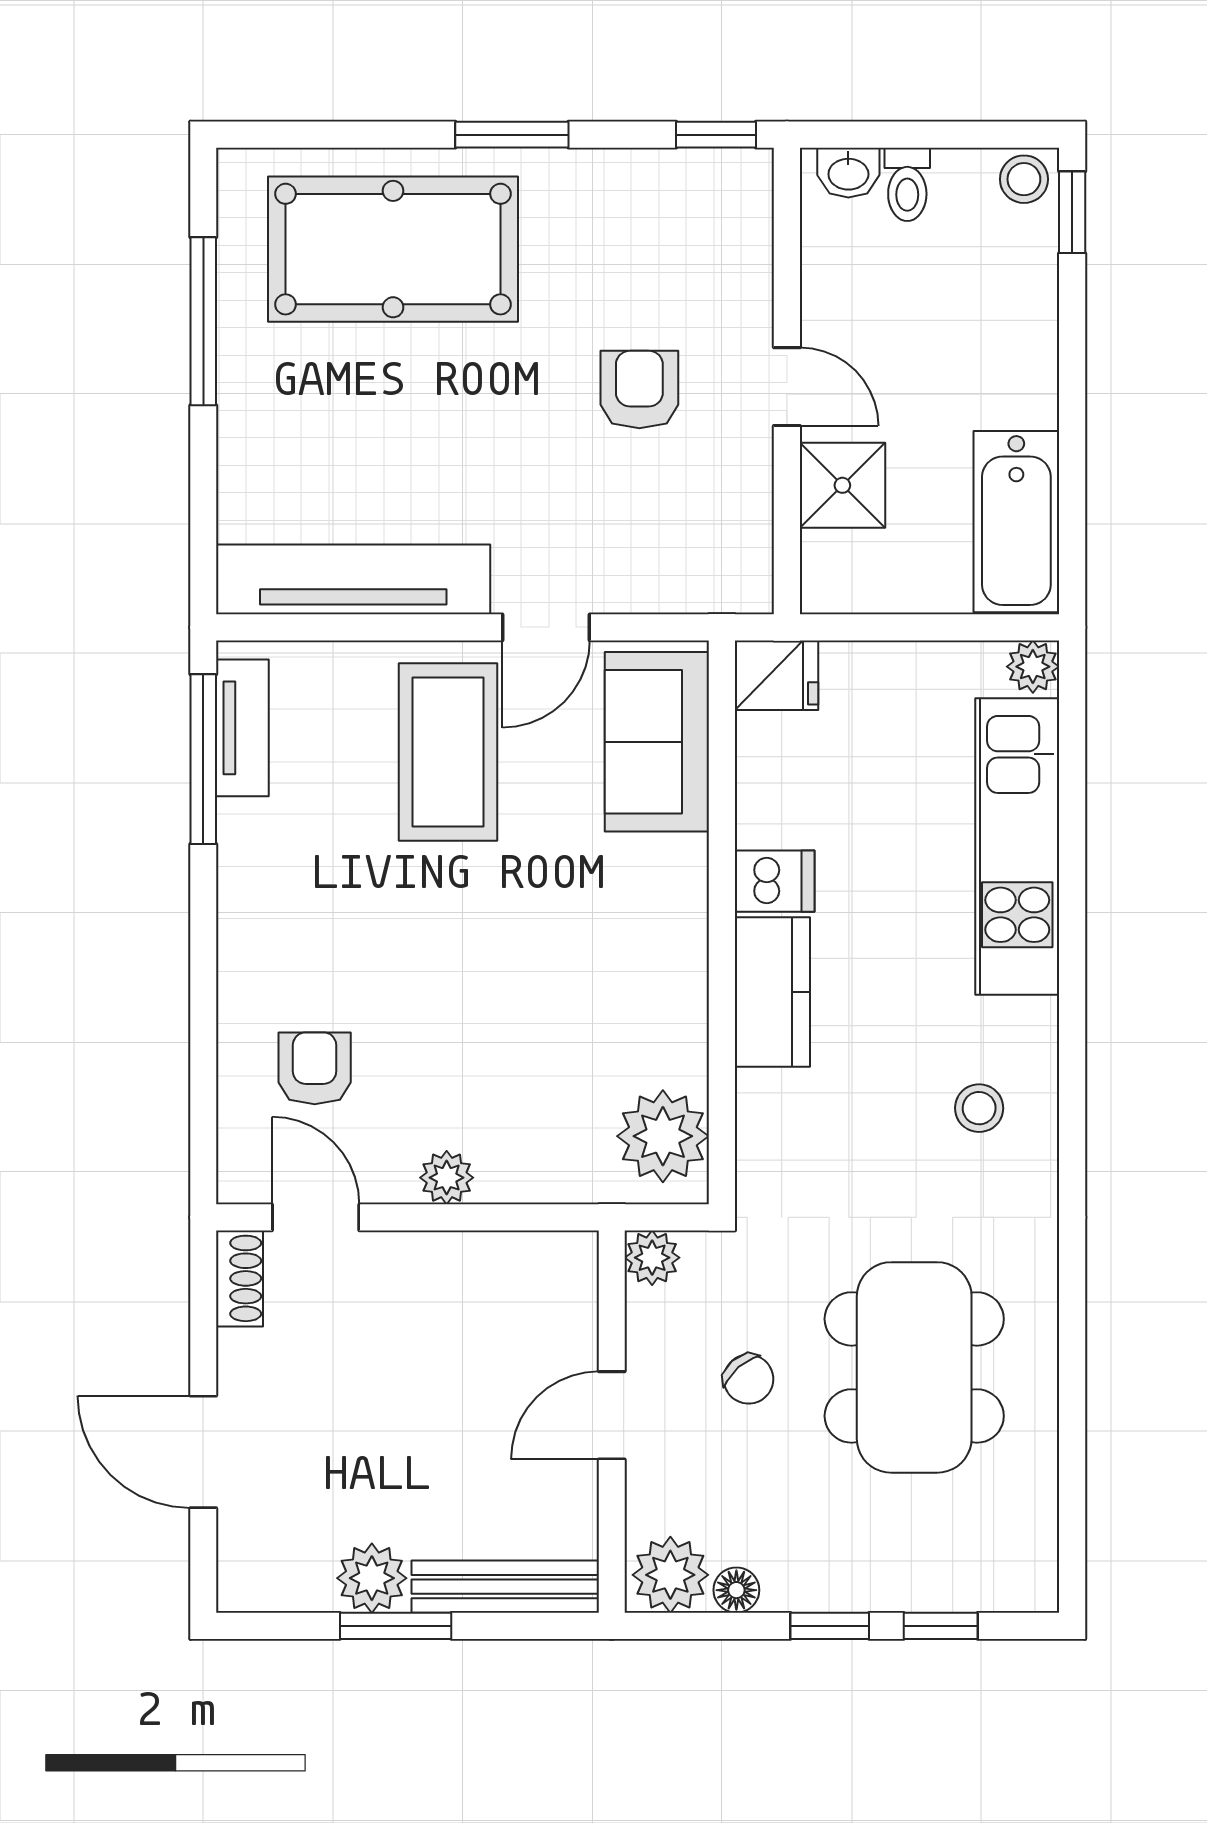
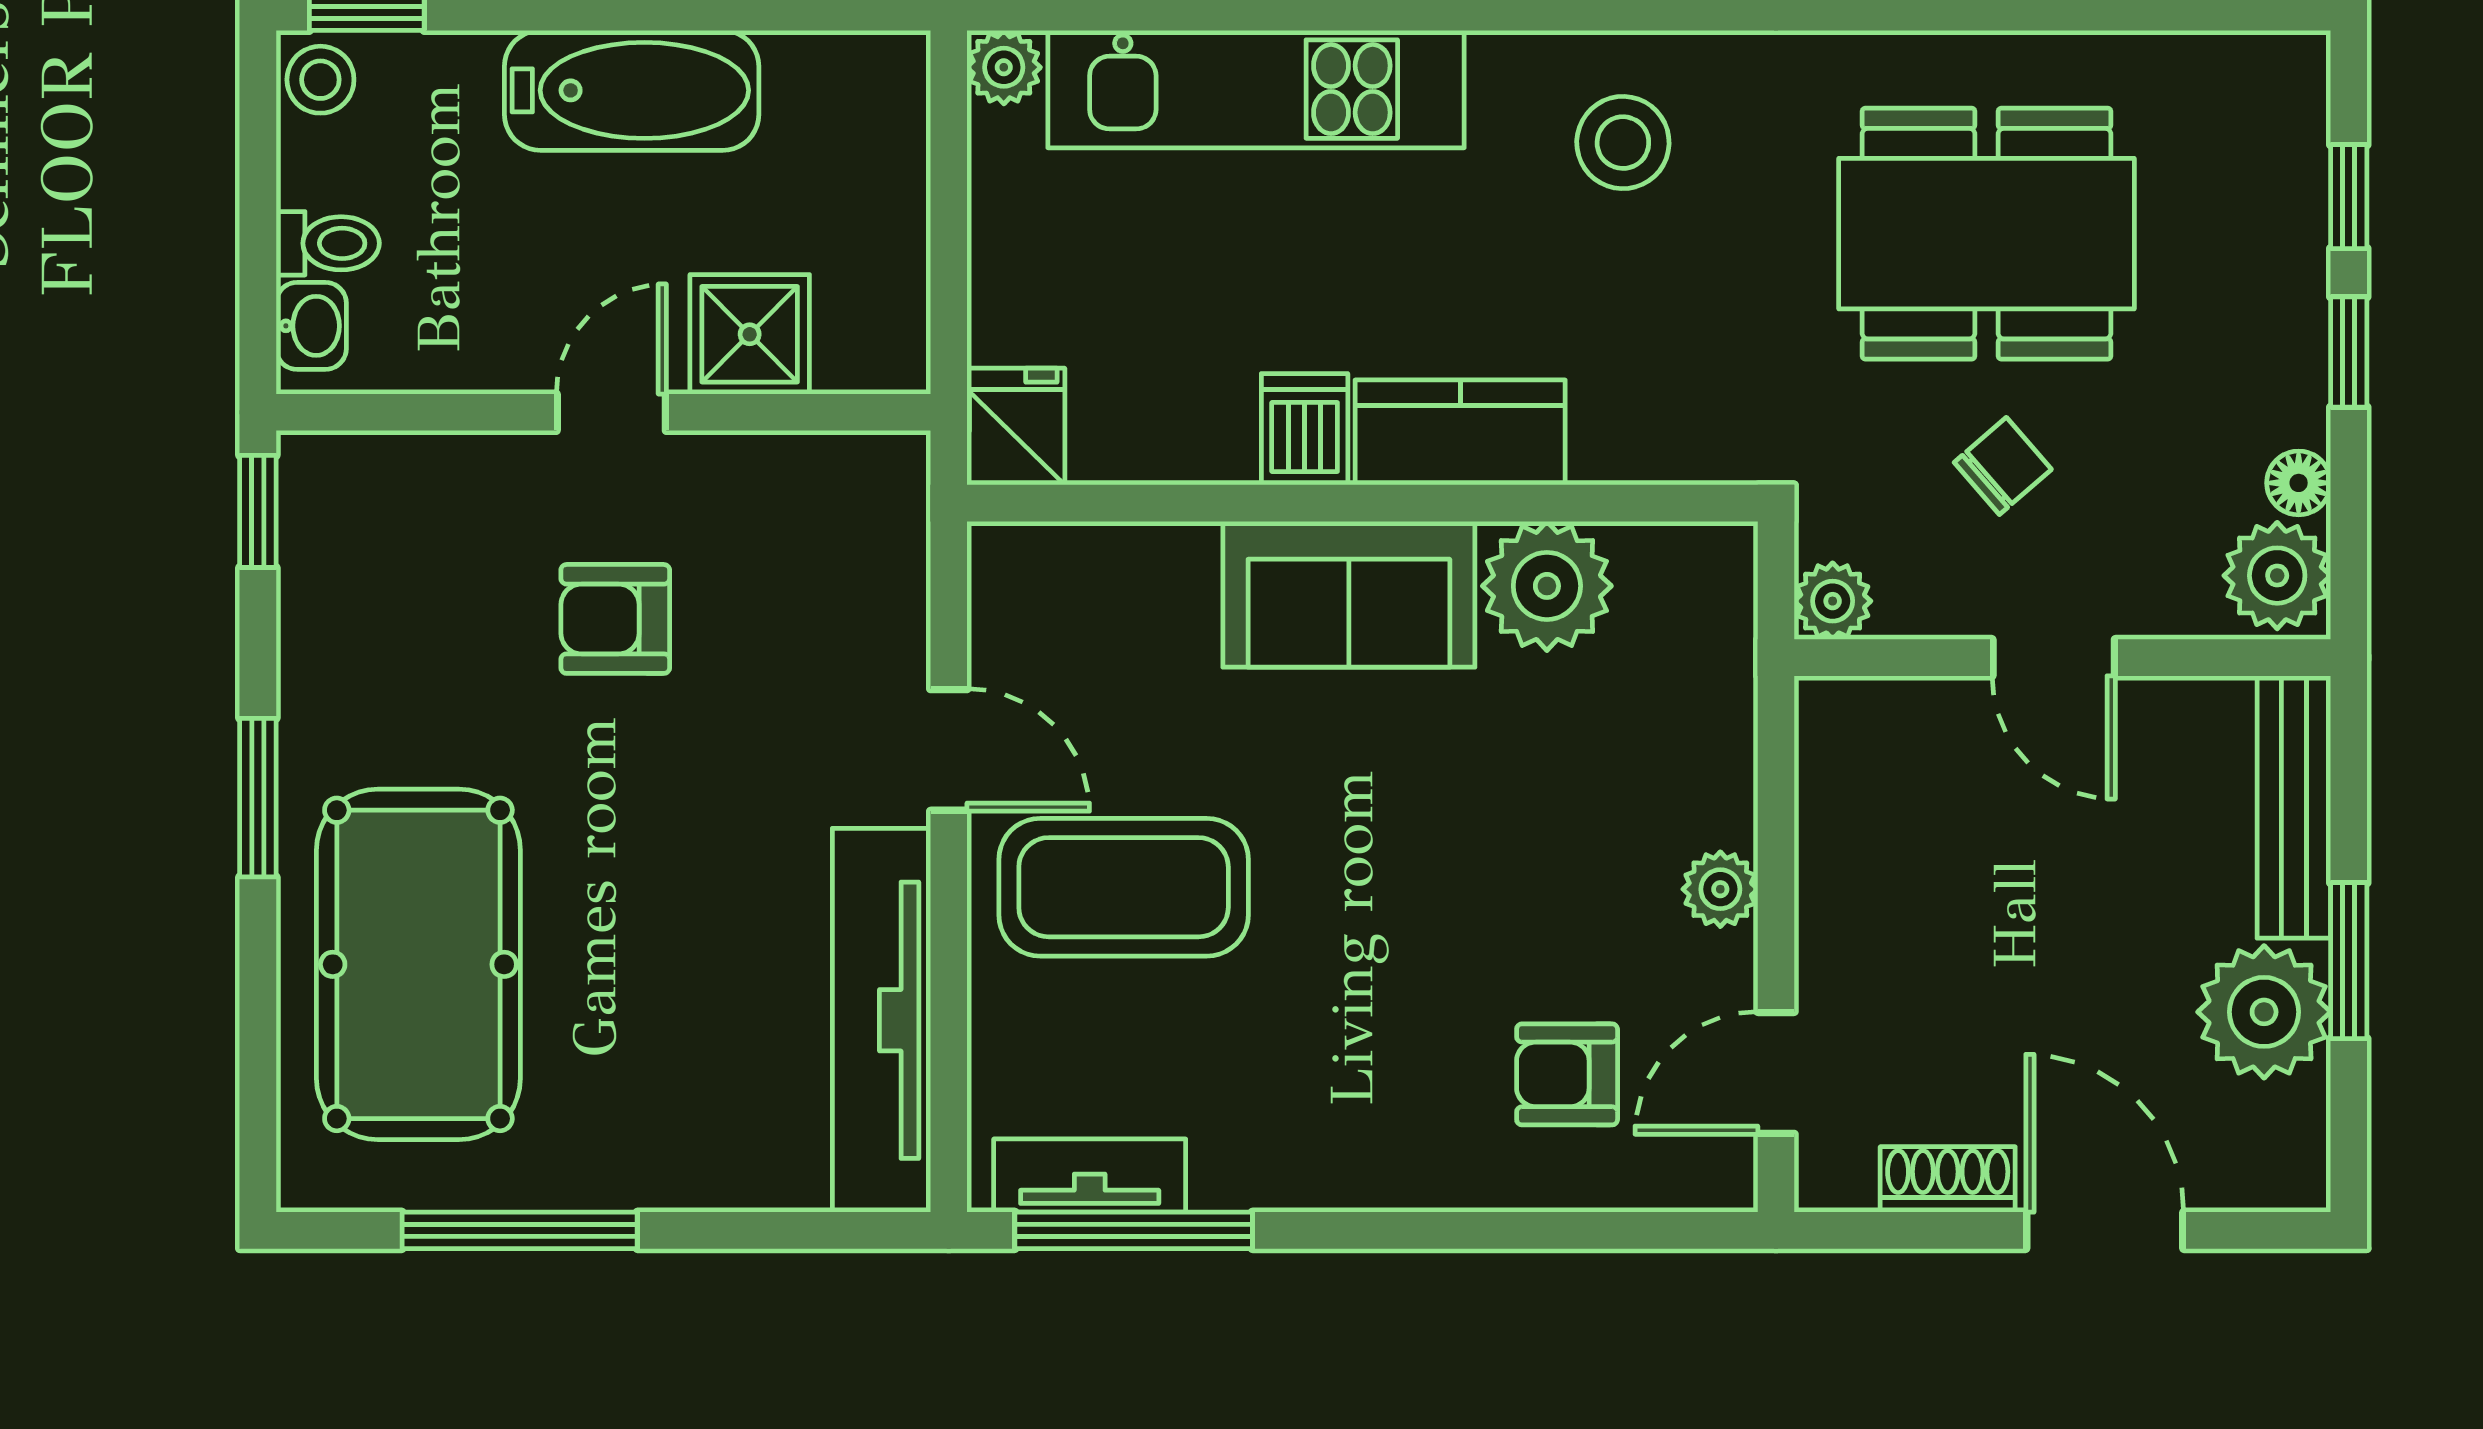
bathtub: (1016, 522) -> (632, 90), moved
sofa: (657, 742) -> (1349, 594), moved
stool: (979, 1108) -> (1623, 143), width x1.37, depth x1.37
plant: (663, 1136) -> (1547, 586), moved
shoe rack: (240, 1278) -> (1948, 1179), moved
door: (203, 1452) -> (2105, 1230), swing flipped
plant: (372, 1578) -> (2264, 1012), width x1.36, depth x1.36

